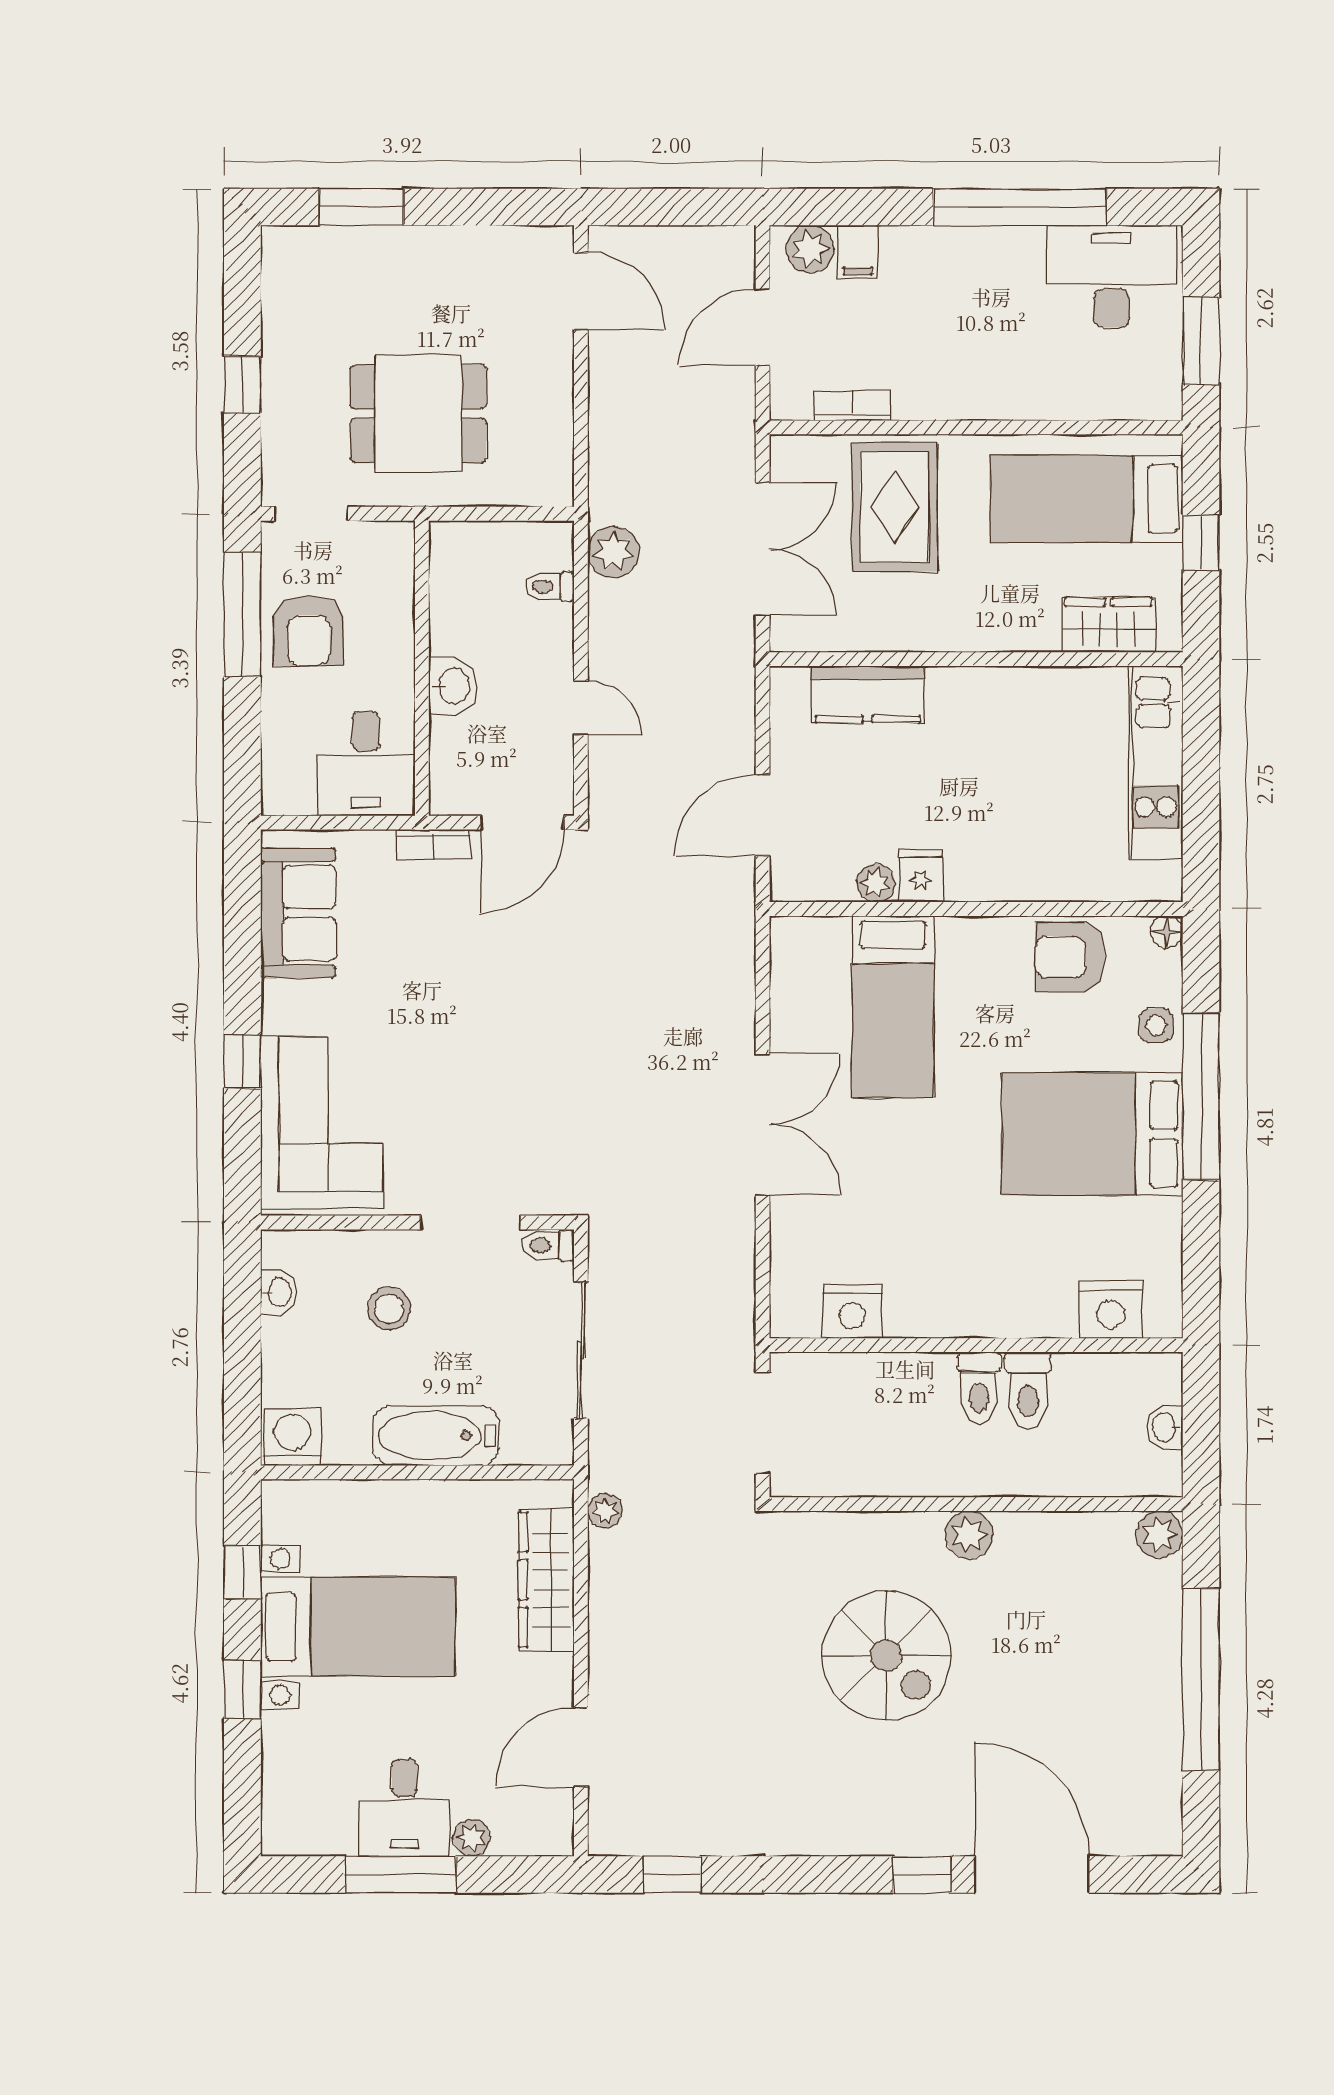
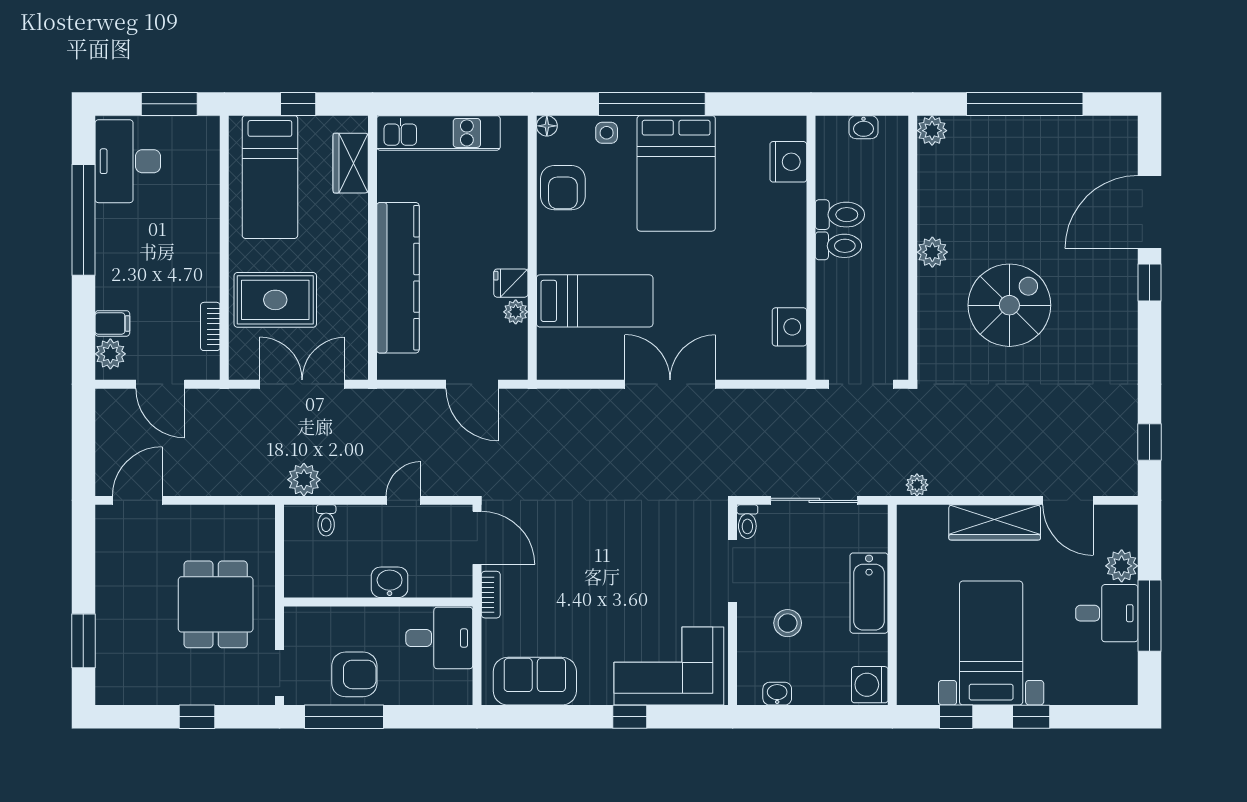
kitchen counter: (868, 694) -> (398, 278), width x2.08, depth x1.17
wardrobe: (546, 1580) -> (995, 522), moved
plant: (472, 1838) -> (1122, 566), width x1.38, depth x1.38

